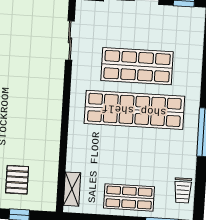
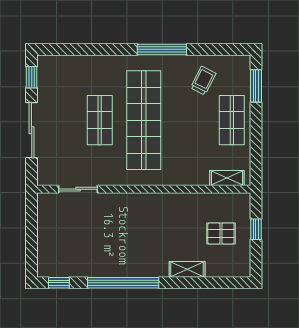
shop shelf: (137, 66) -> (100, 120), width x0.70, depth x0.74
trolley: (183, 190) -> (203, 81), moved, turned -63

